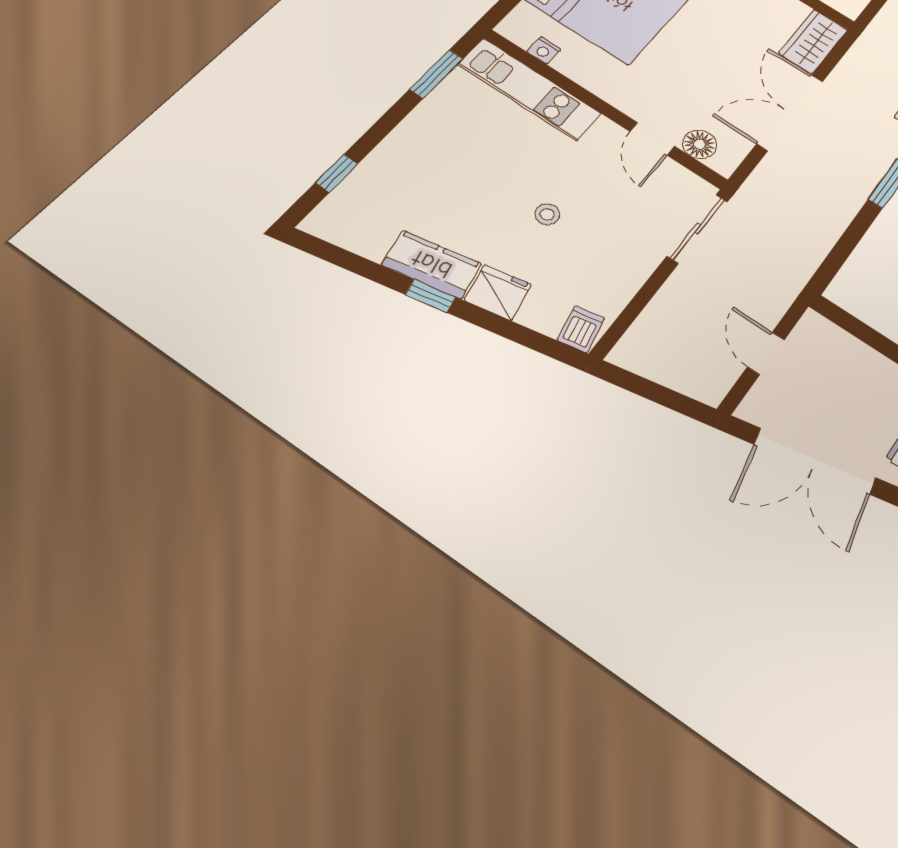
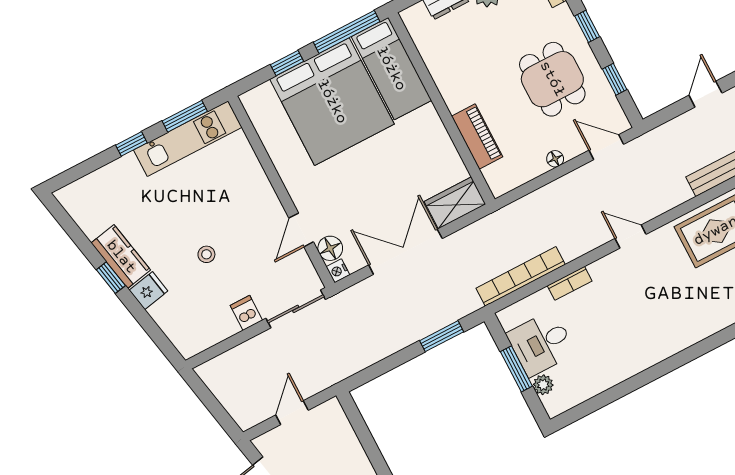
nightstand: (544, 51) -> (338, 271), moved
kitchen unit: (529, 89) -> (188, 139), moved, turned -90
window: (337, 173) -> (131, 144), moved
fridge: (498, 292) -> (148, 291), width x0.72
dishwasher: (581, 329) -> (246, 313), moved, turned -79

